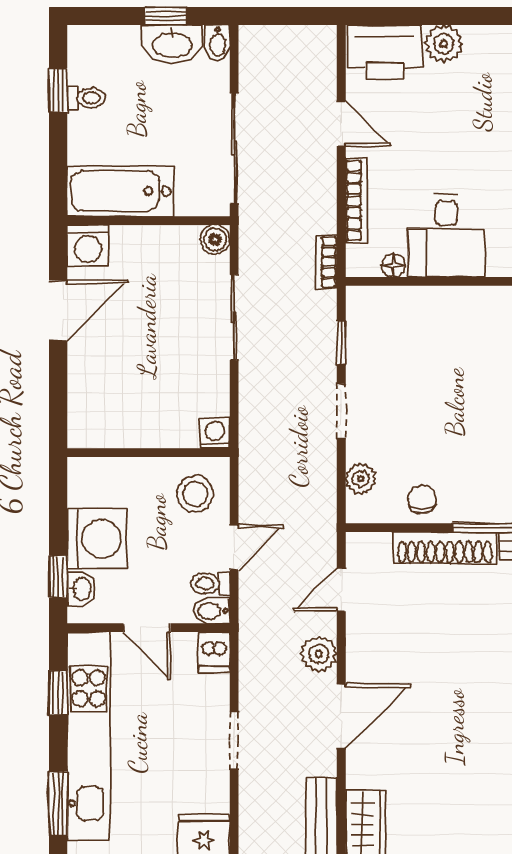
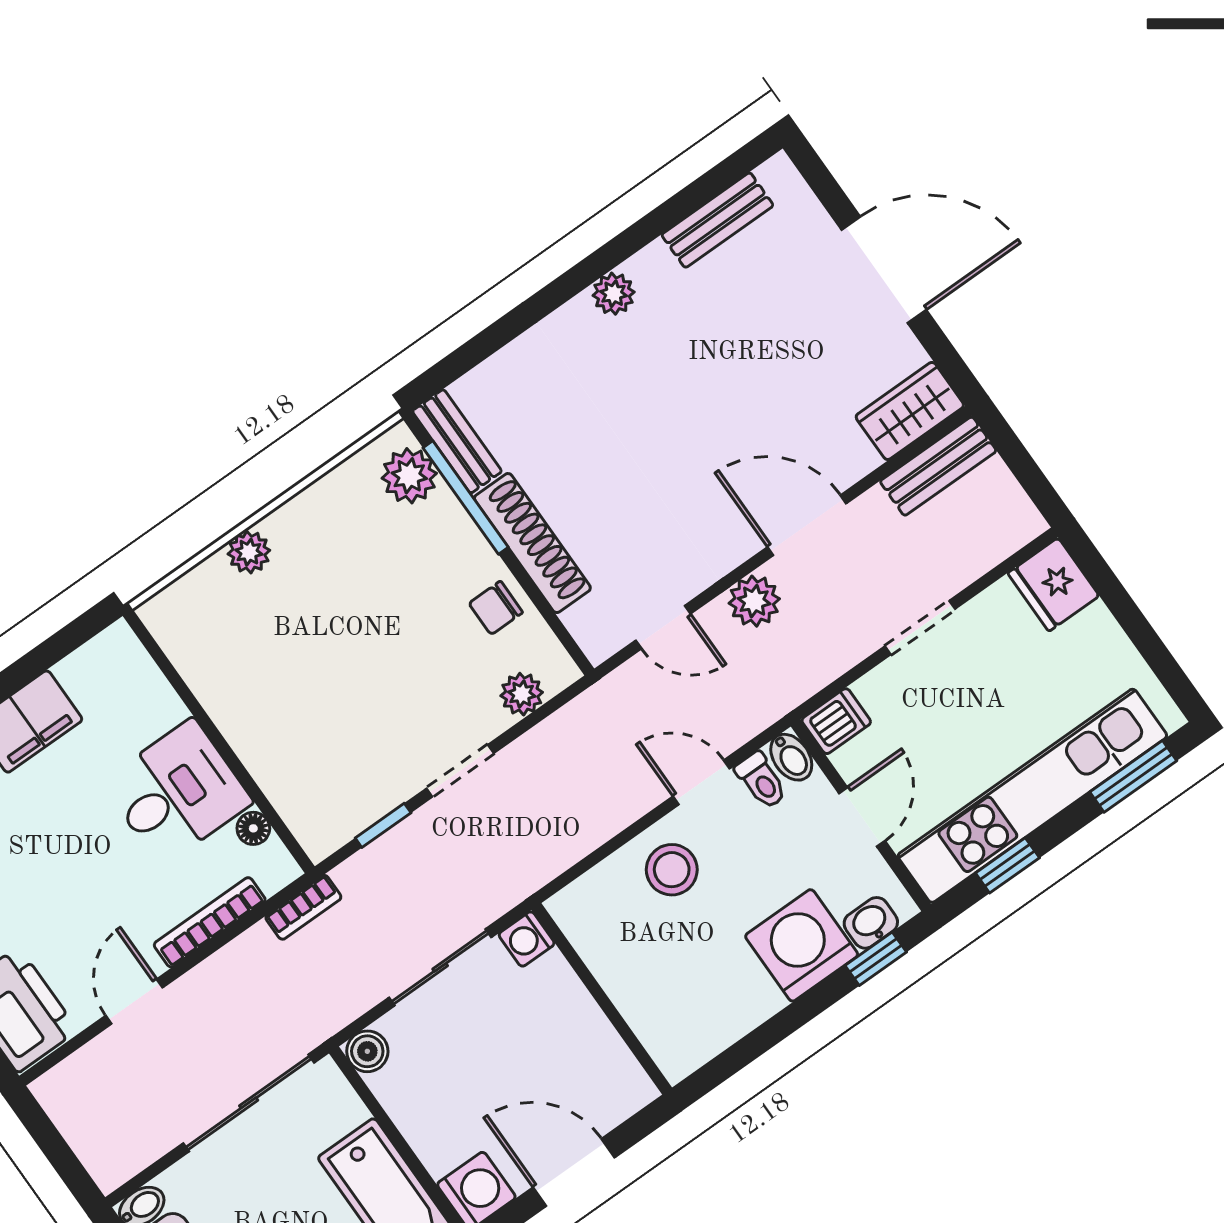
washing machine: (215, 433) -> (527, 939), moved
wall: (148, 453) -> (602, 999), moved

